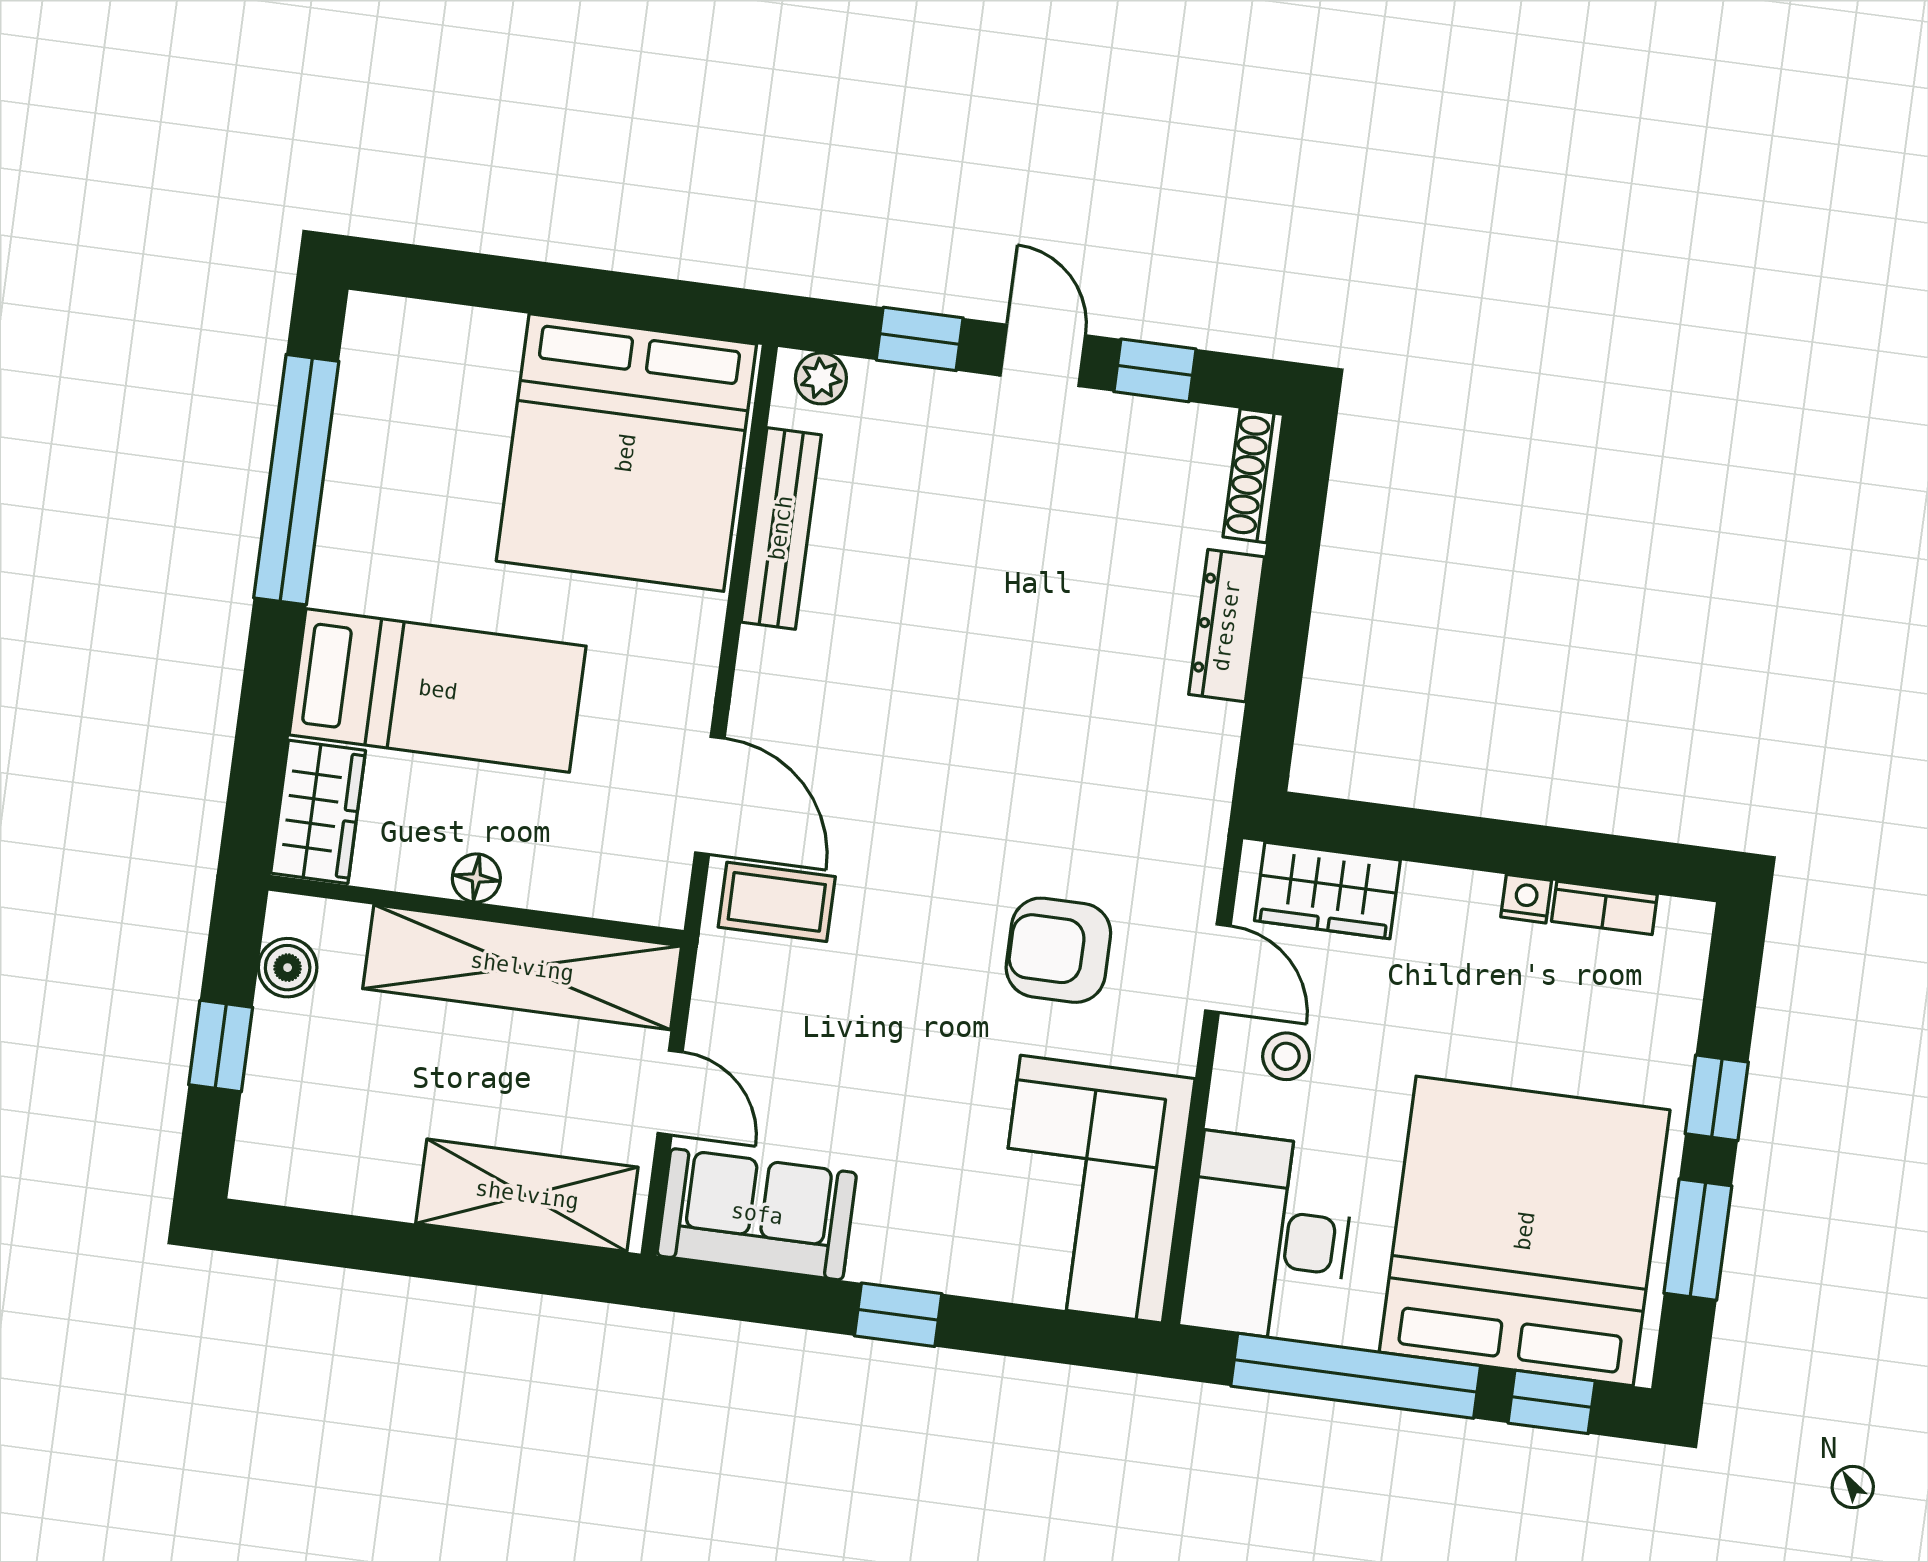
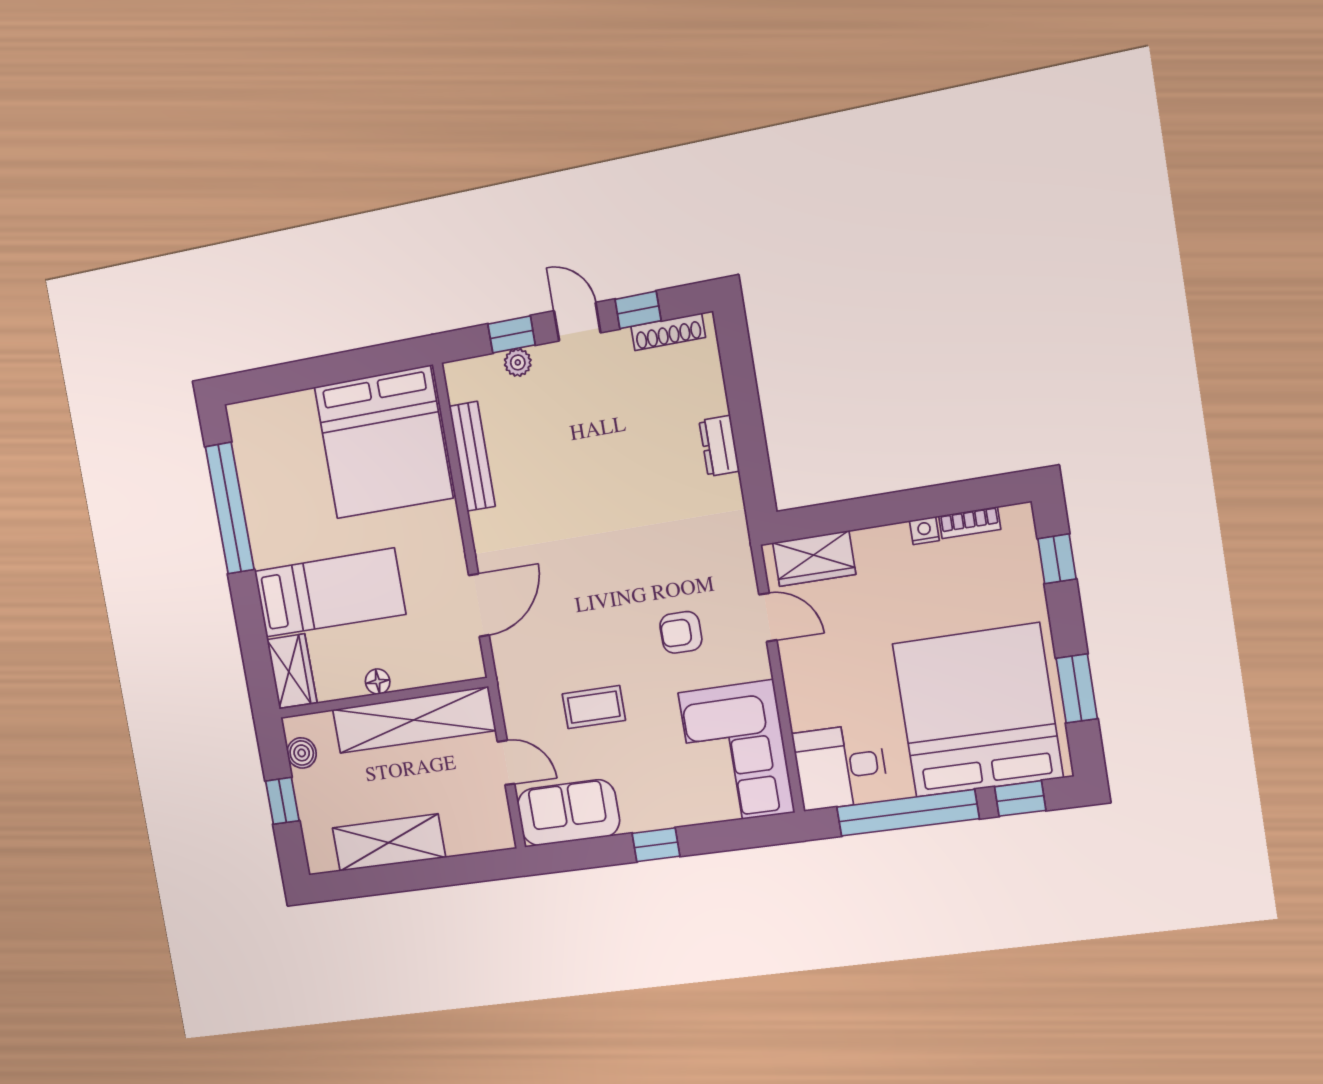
plant: (821, 378) -> (518, 362), moved
shoe rack: (1253, 476) -> (668, 332), moved, turned -90
dresser: (1227, 626) -> (719, 446), width x0.70
door: (710, 796) -> (479, 605), hinge flipped
coffee table: (777, 902) -> (594, 707), moved
armchair: (1058, 950) -> (681, 632), width x0.72, depth x0.72
stool: (1286, 1056) -> (819, 653), removed
window: (1717, 1098) -> (1057, 559), moved
shelving: (527, 1195) -> (389, 843), moved
desk: (1268, 1238) -> (840, 767), width x0.73

